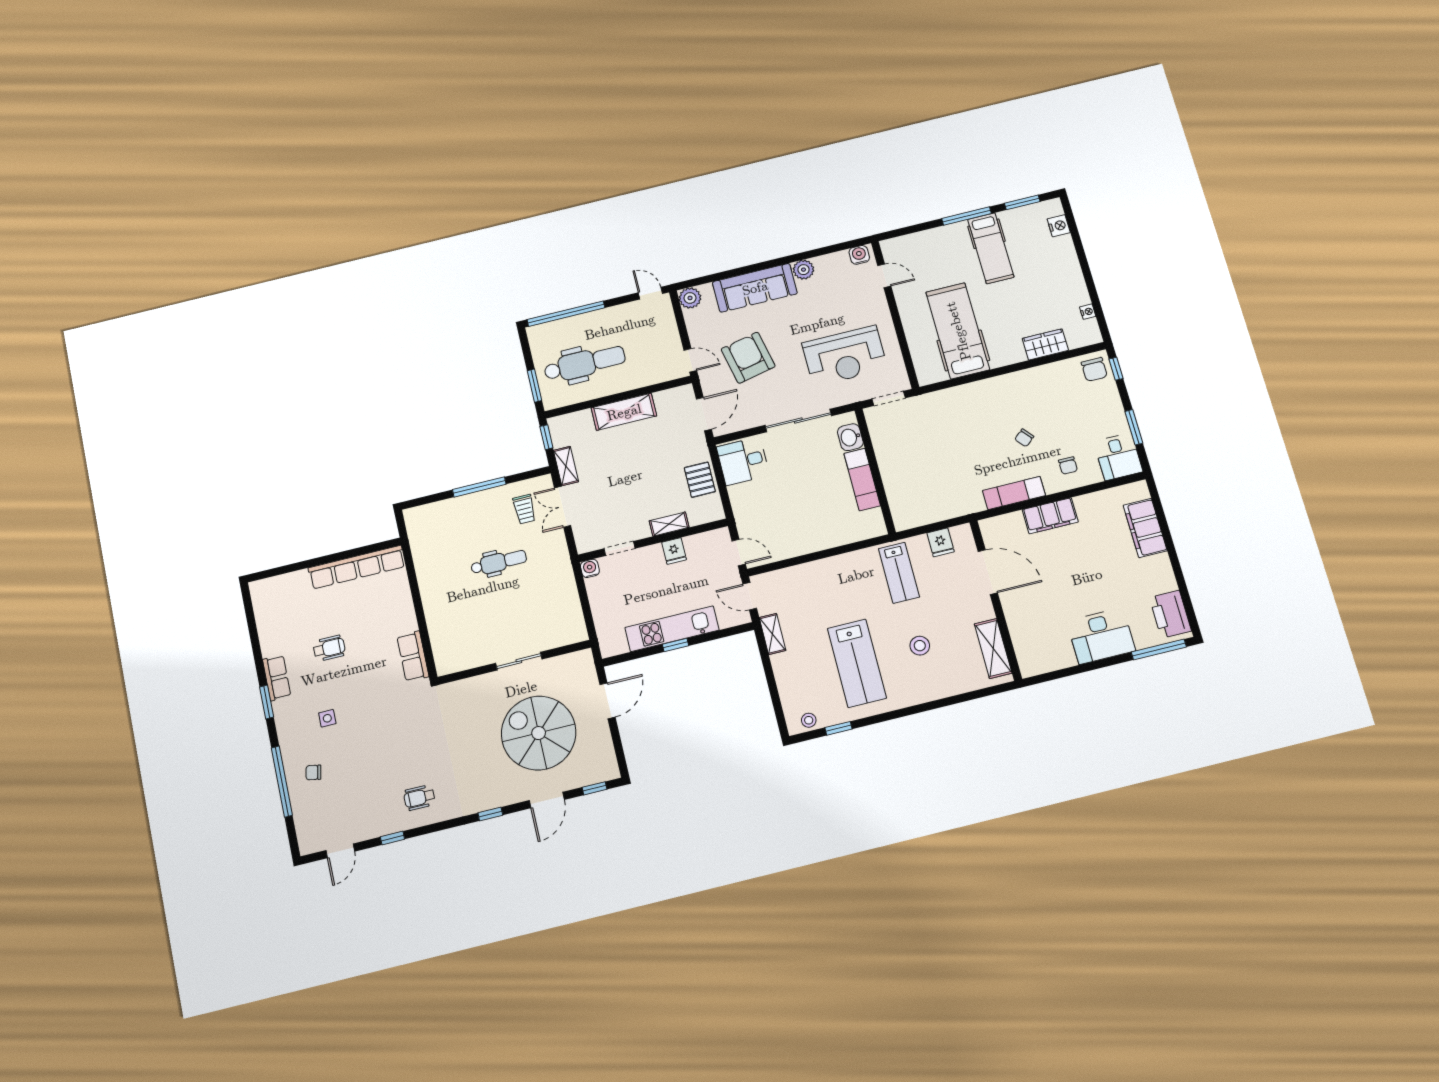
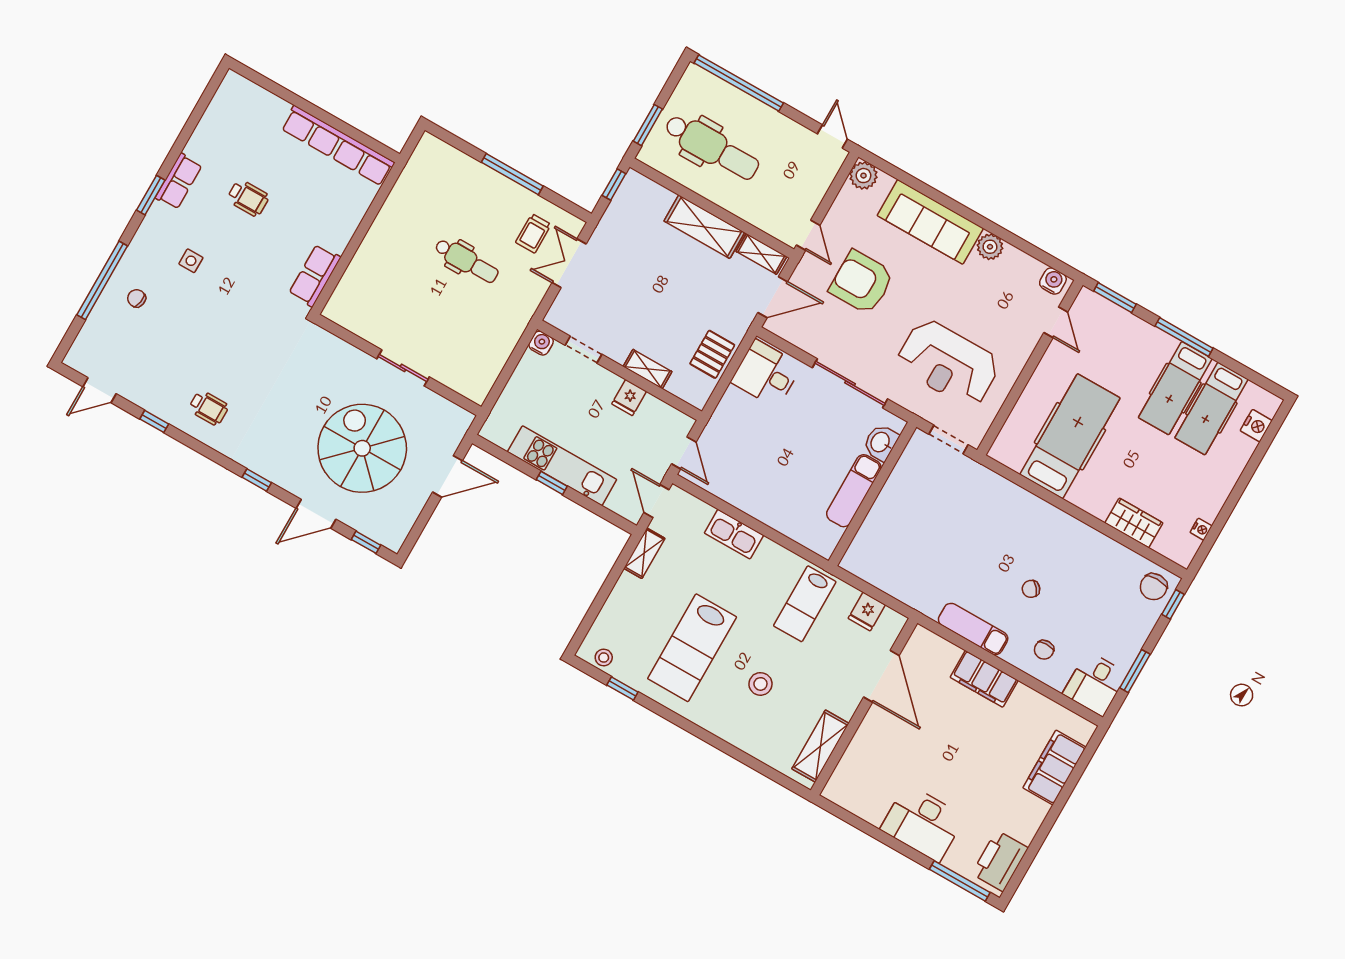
window: (1022, 202) -> (1115, 298), moved
hospital bed: (1023, 240) -> (1211, 409), added
armchair: (748, 358) -> (862, 282), turned -78
shelving: (566, 466) -> (761, 254), moved, turned 90
kitchen sink: (816, 572) -> (734, 534), added
wheelchair: (419, 798) -> (209, 408), turned 180

